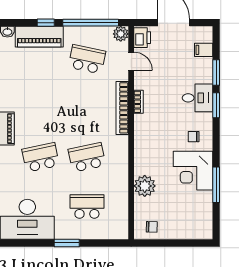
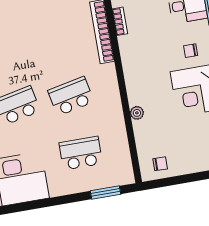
plant: (145, 186) -> (137, 113), width x0.53, depth x0.53
window: (67, 243) -> (106, 193), moved

